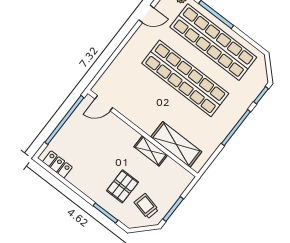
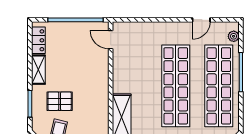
door: (146, 14) -> (201, 20), hinge flipped
shelving: (151, 151) -> (38, 70), moved

